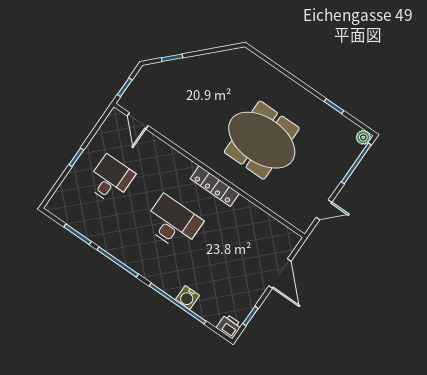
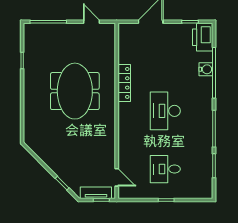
tv unit: (137, 87) -> (96, 193), added
door: (138, 121) -> (117, 177), hinge flipped
plant: (363, 137) -> (29, 29), removed
locker: (215, 186) -> (124, 83), moved
printer: (229, 326) -> (203, 37), width x1.87, depth x1.48

